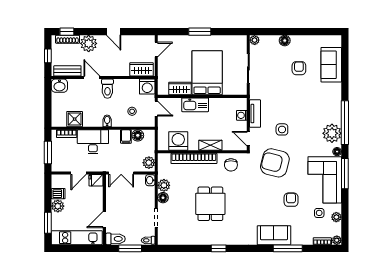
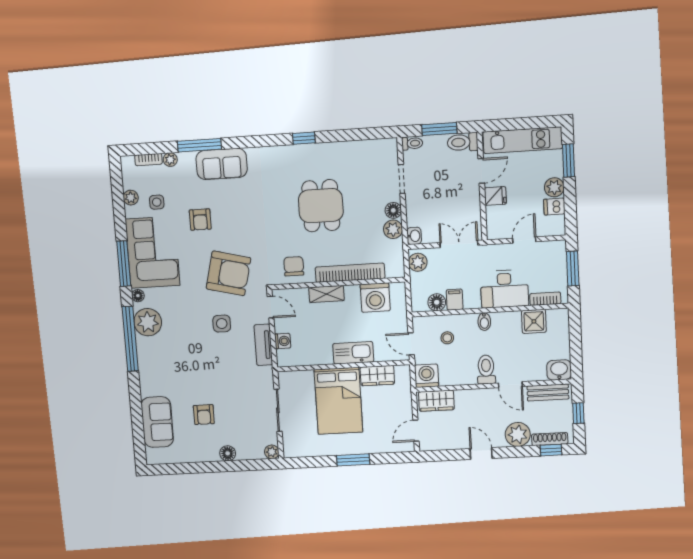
fridge: (96, 180) -> (495, 196), moved
plant: (337, 240) -> (170, 160), moved

